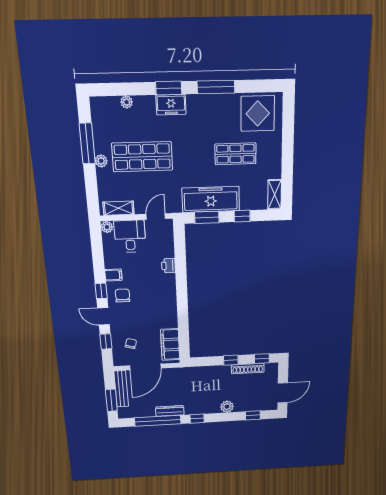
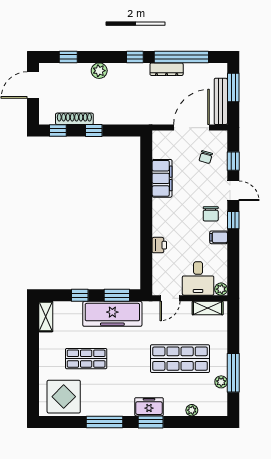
plant: (101, 161) -> (221, 382), moved
filing cabinet: (170, 345) -> (162, 178), moved

